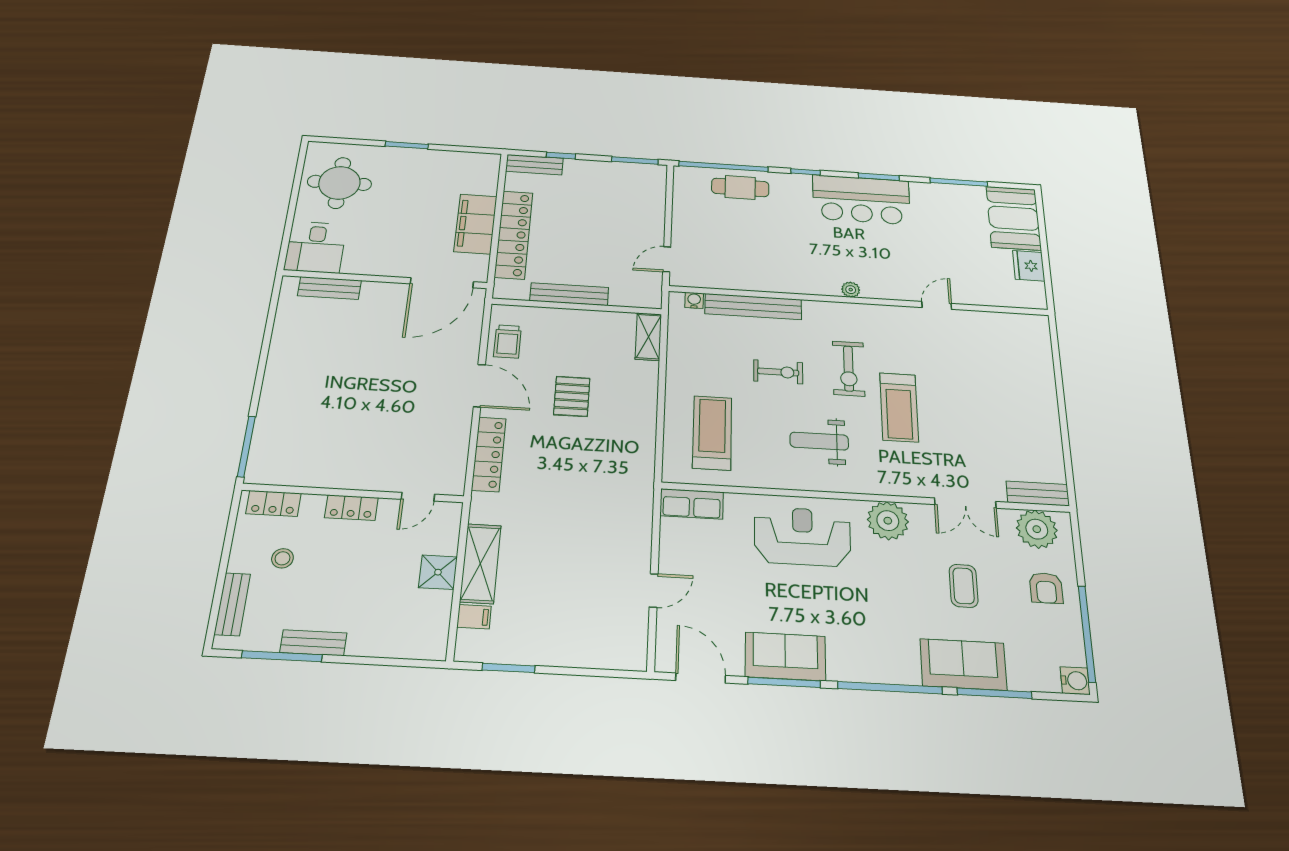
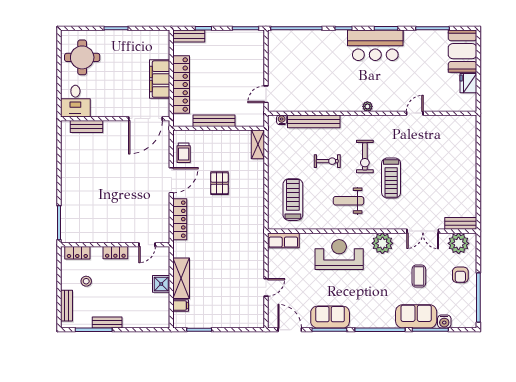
cafe table: (740, 187) -> (306, 42), removed
door: (479, 386) -> (171, 180), hinge flipped
water cooler: (1075, 681) -> (444, 322), moved, turned 90

